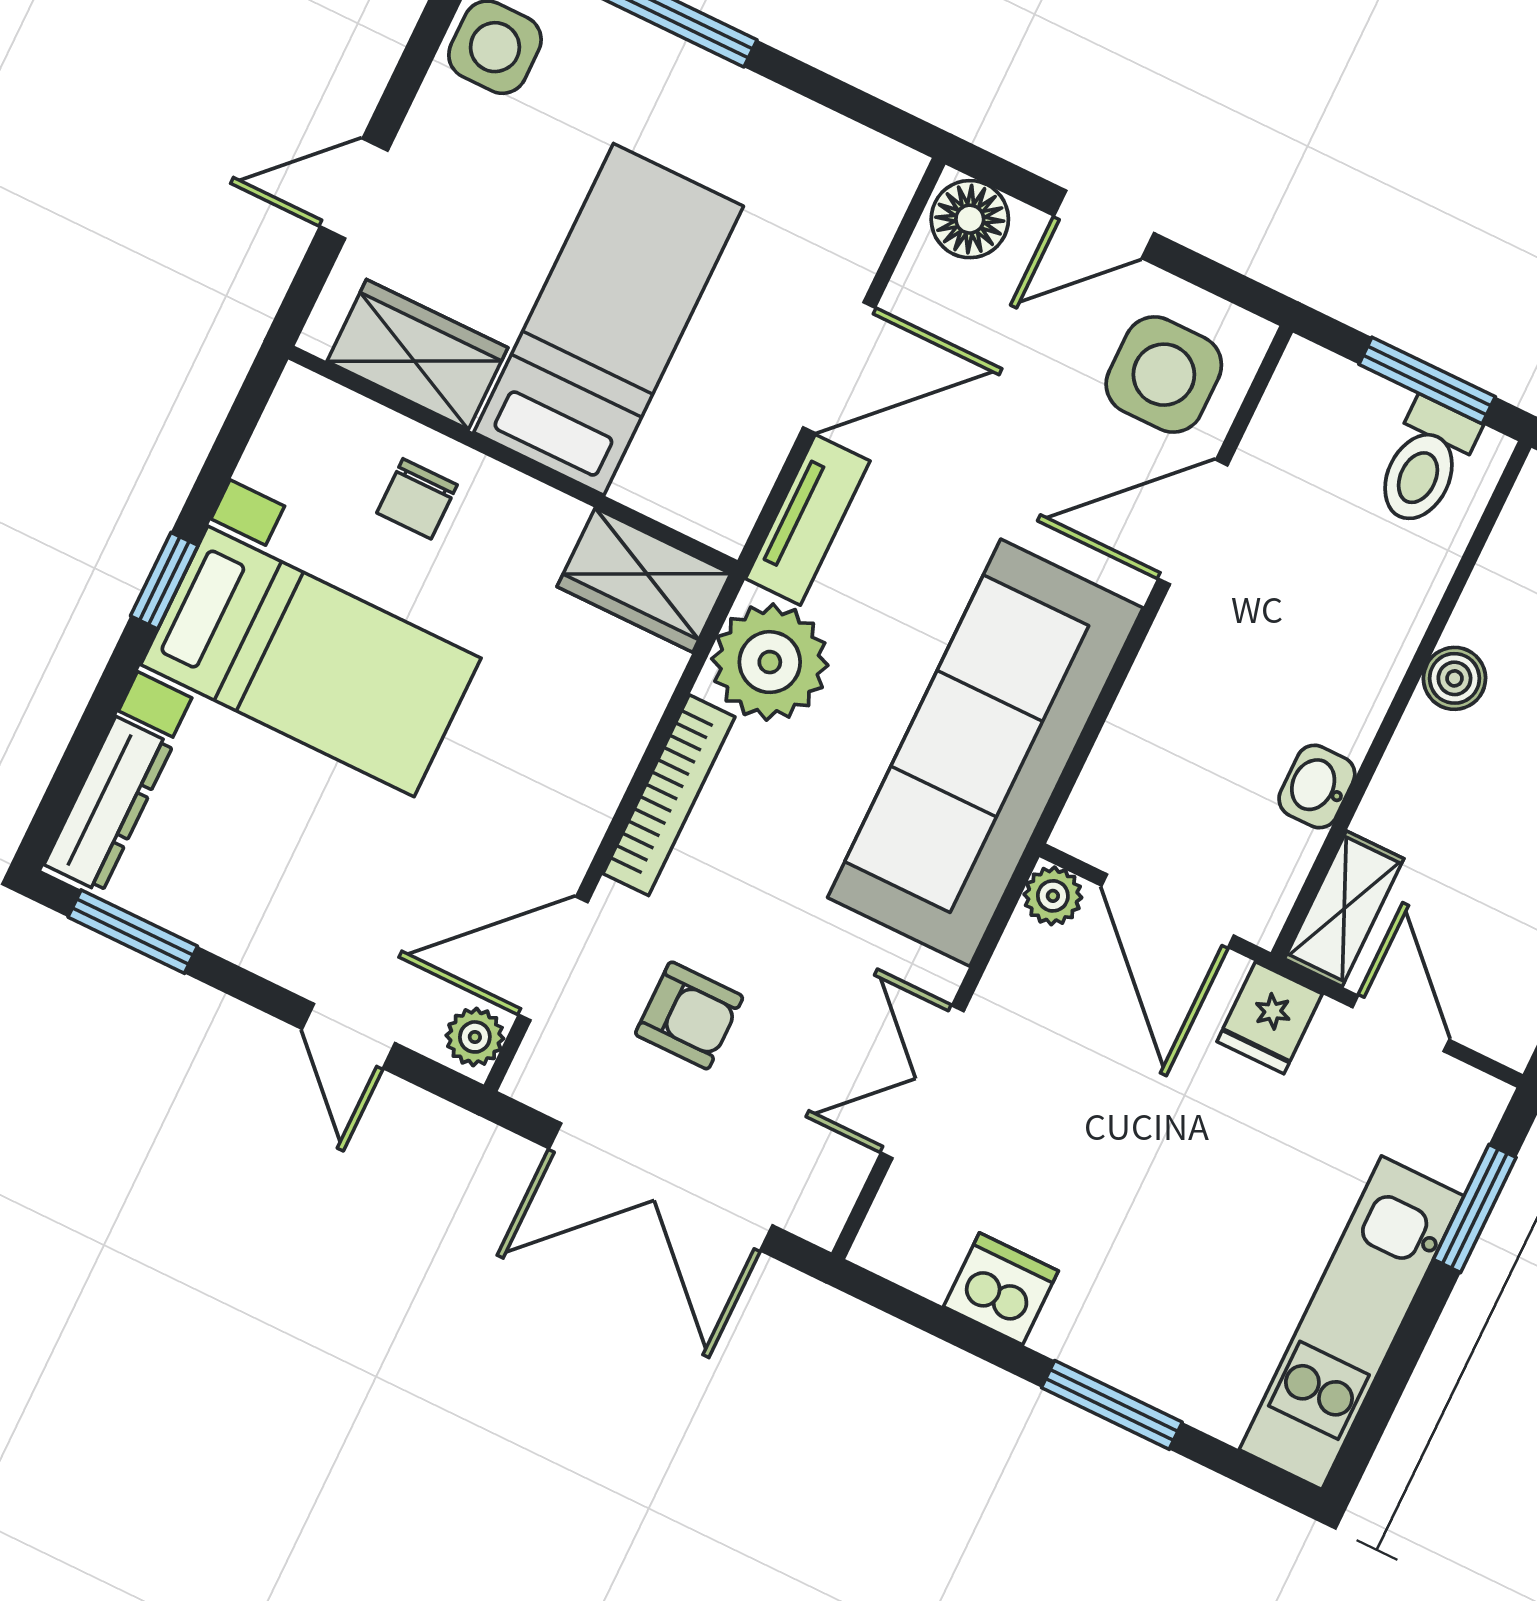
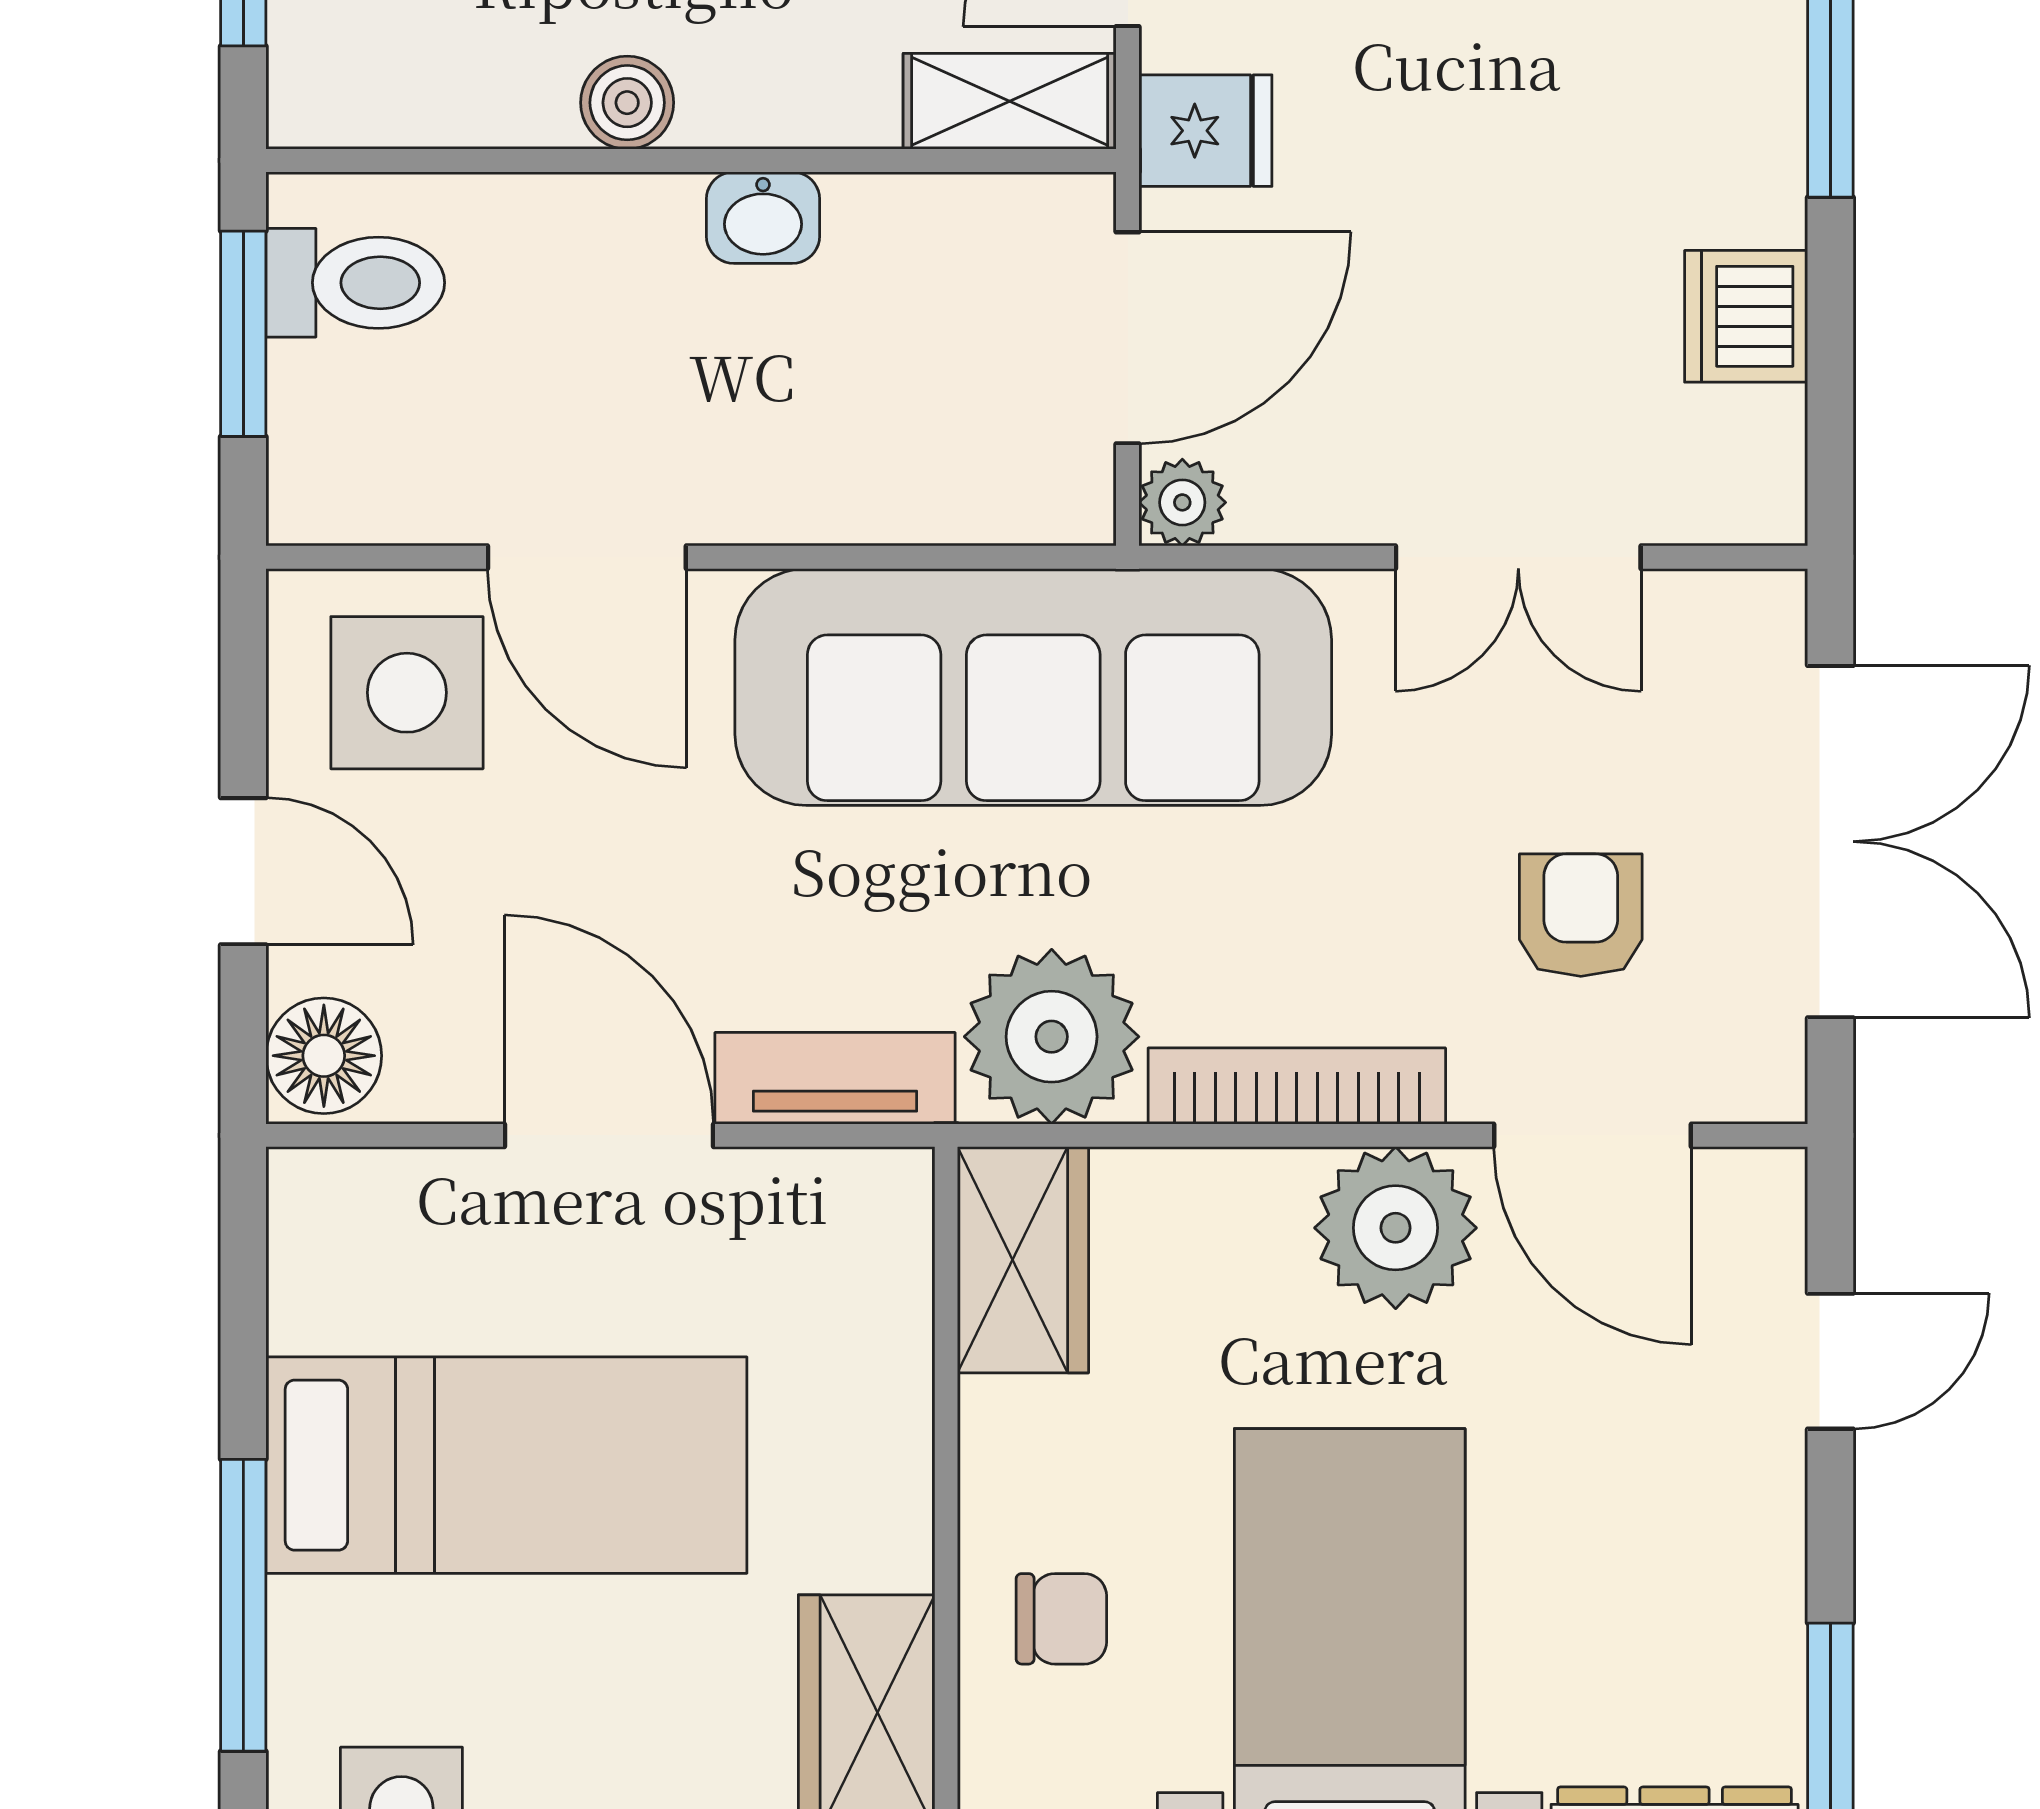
bed: (609, 319) -> (506, 1465), moved, turned 180
washbasin: (1317, 787) -> (763, 218), moved
plant: (475, 1037) -> (1396, 1228), moved, width x1.87, depth x1.87

